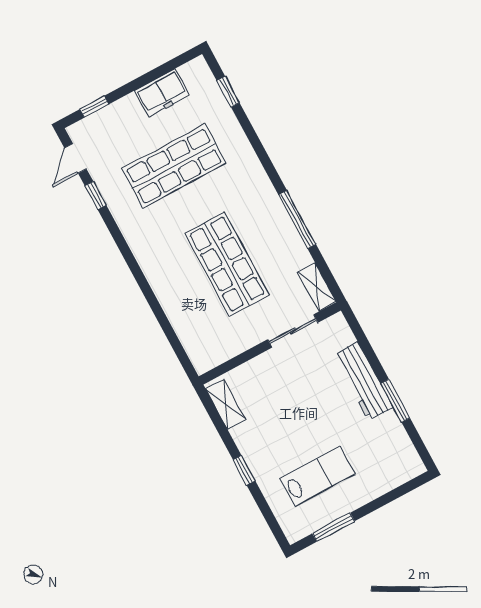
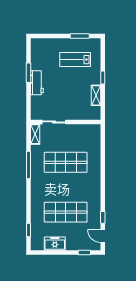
door: (75, 158) -> (103, 236), swing flipped
shop shelf: (227, 264) -> (66, 162), turned 90
workbench: (363, 381) -> (37, 83), width x0.73
shelving: (226, 404) -> (96, 95), moved

